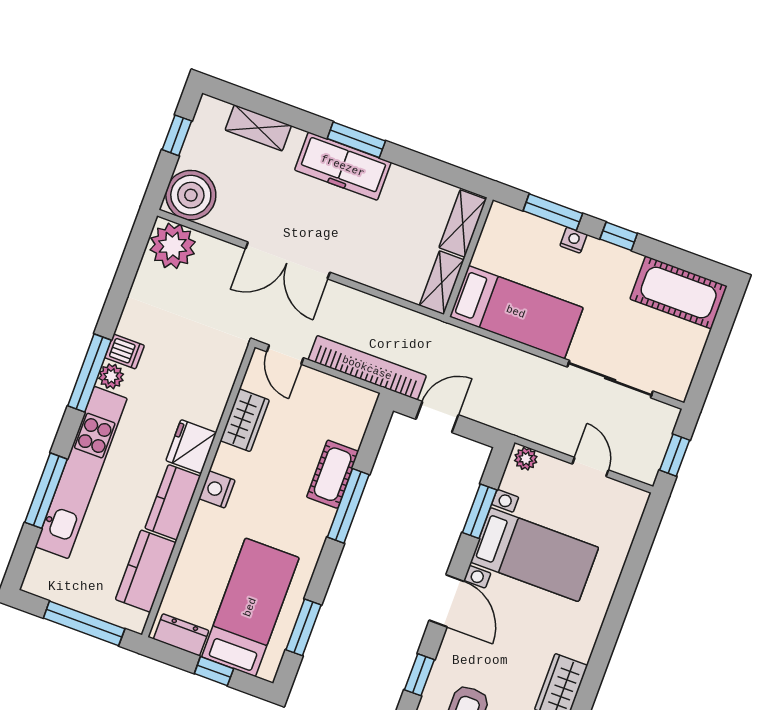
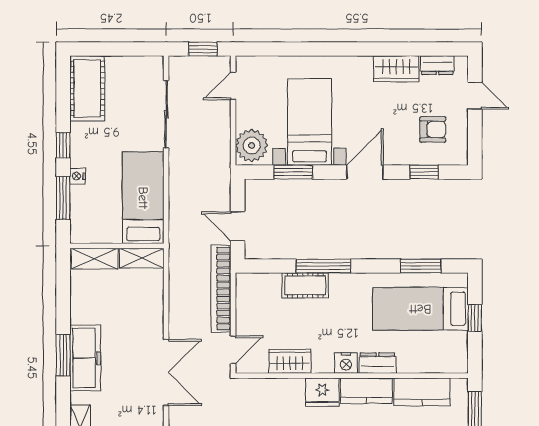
plant: (526, 459) -> (252, 145), width x1.88, depth x1.88
door: (590, 467) -> (233, 86), moved
dresser: (181, 635) -> (377, 363), moved, turned 90

